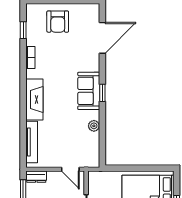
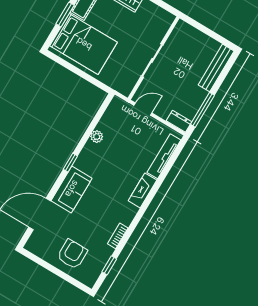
sofa: (89, 91) -> (72, 189), moved
fireplace: (34, 99) -> (143, 190), width x0.73, depth x0.76
door: (70, 169) -> (143, 109), hinge flipped

